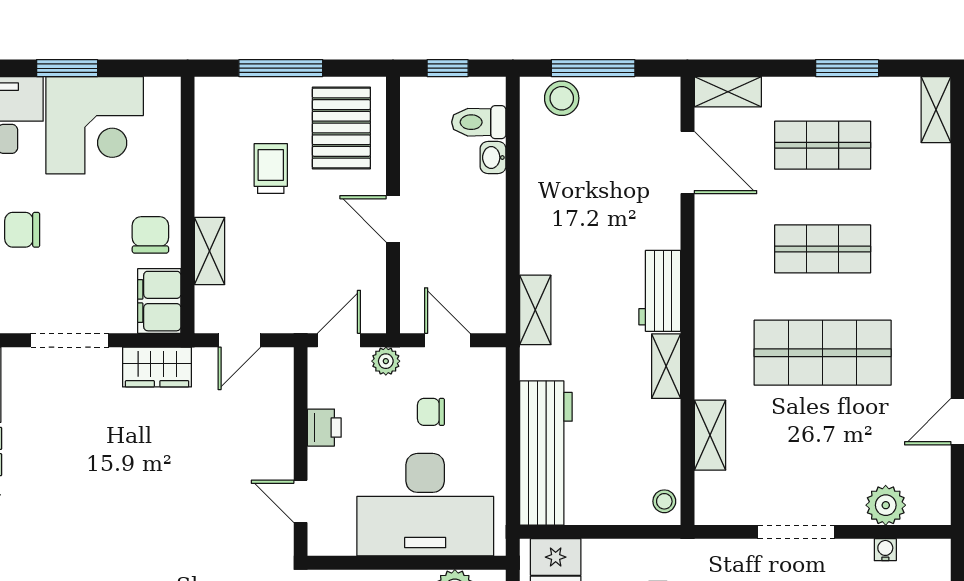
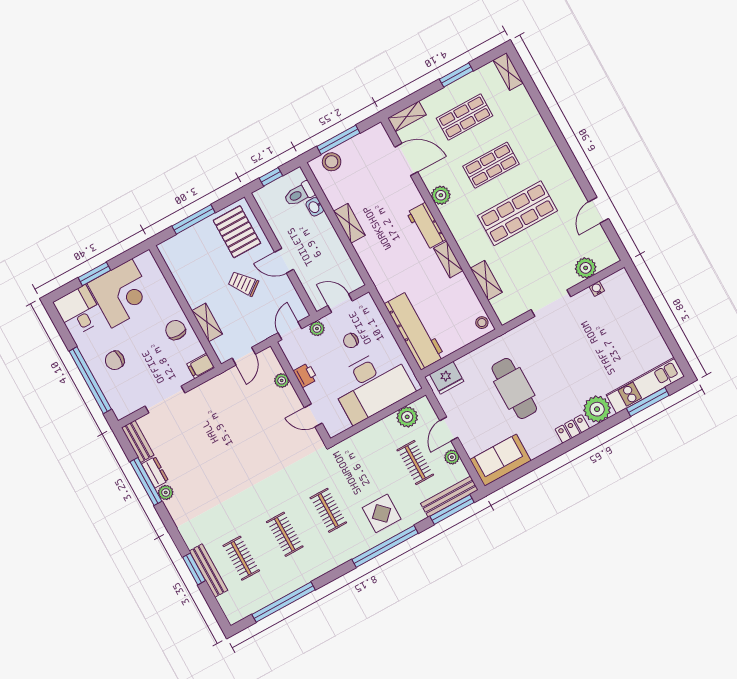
trolley: (271, 169) -> (243, 284), moved, turned -37
plant: (712, 253) -> (441, 195), added
filing cabinet: (159, 301) -> (201, 366), width x0.50
shelving: (535, 310) -> (349, 223), moved
wardrobe: (157, 367) -> (212, 390), removed
plant: (280, 415) -> (282, 380), added

